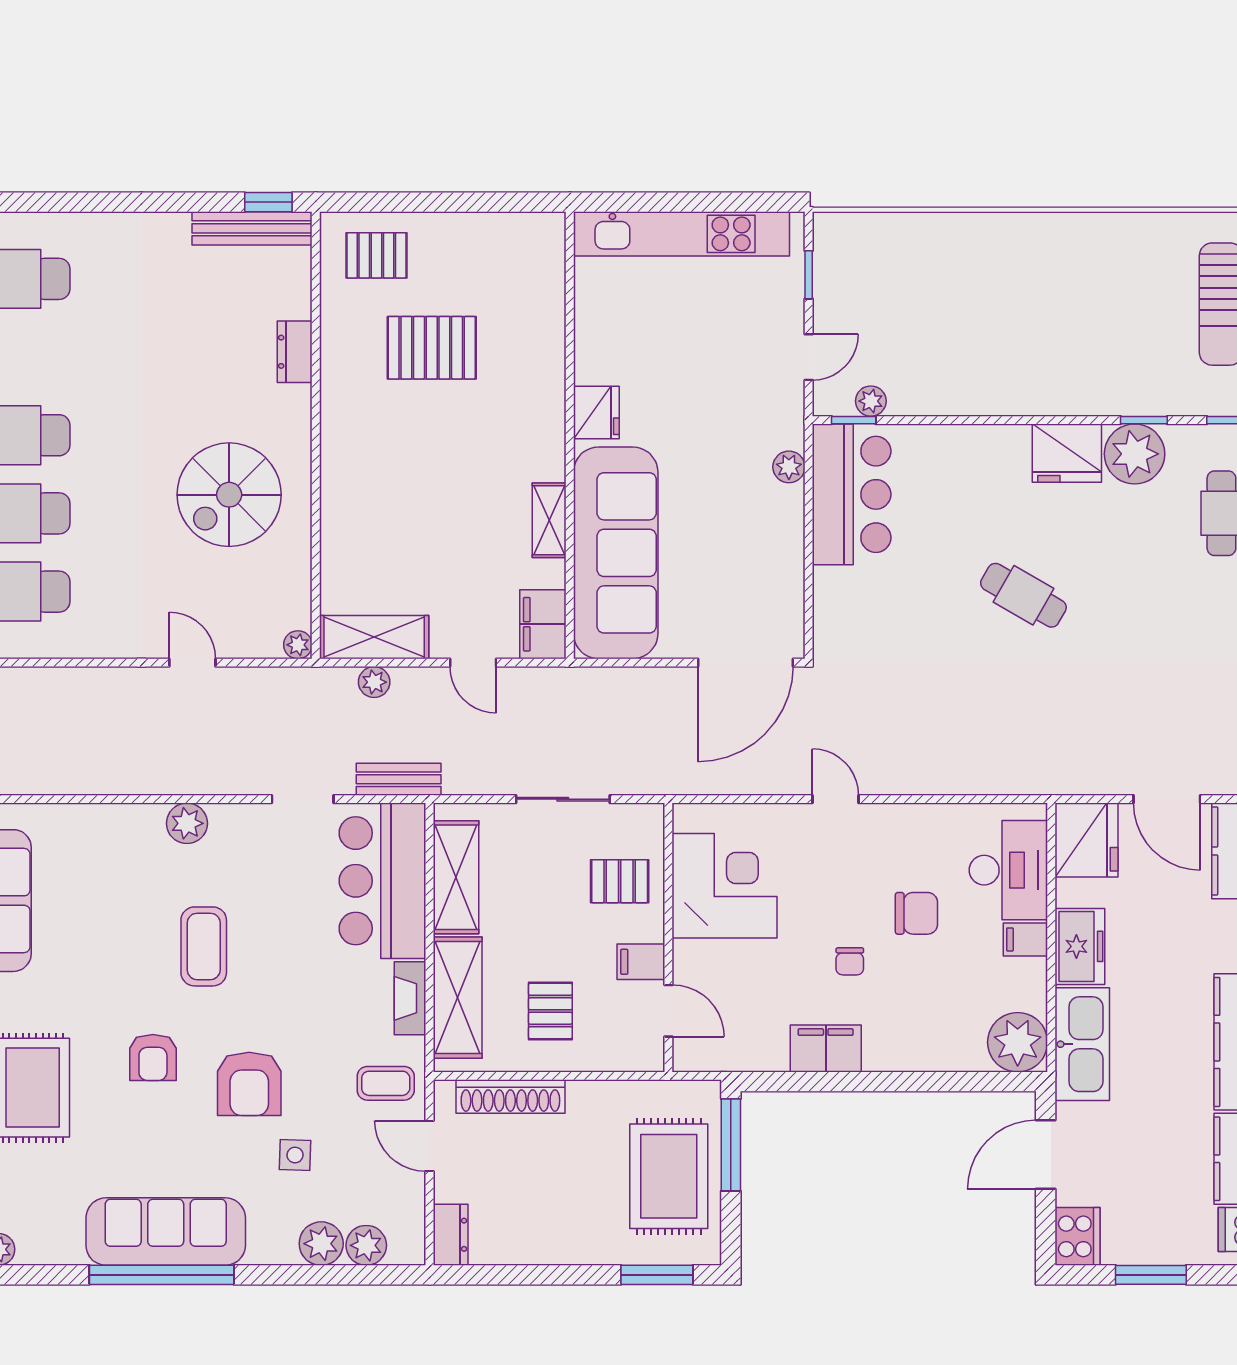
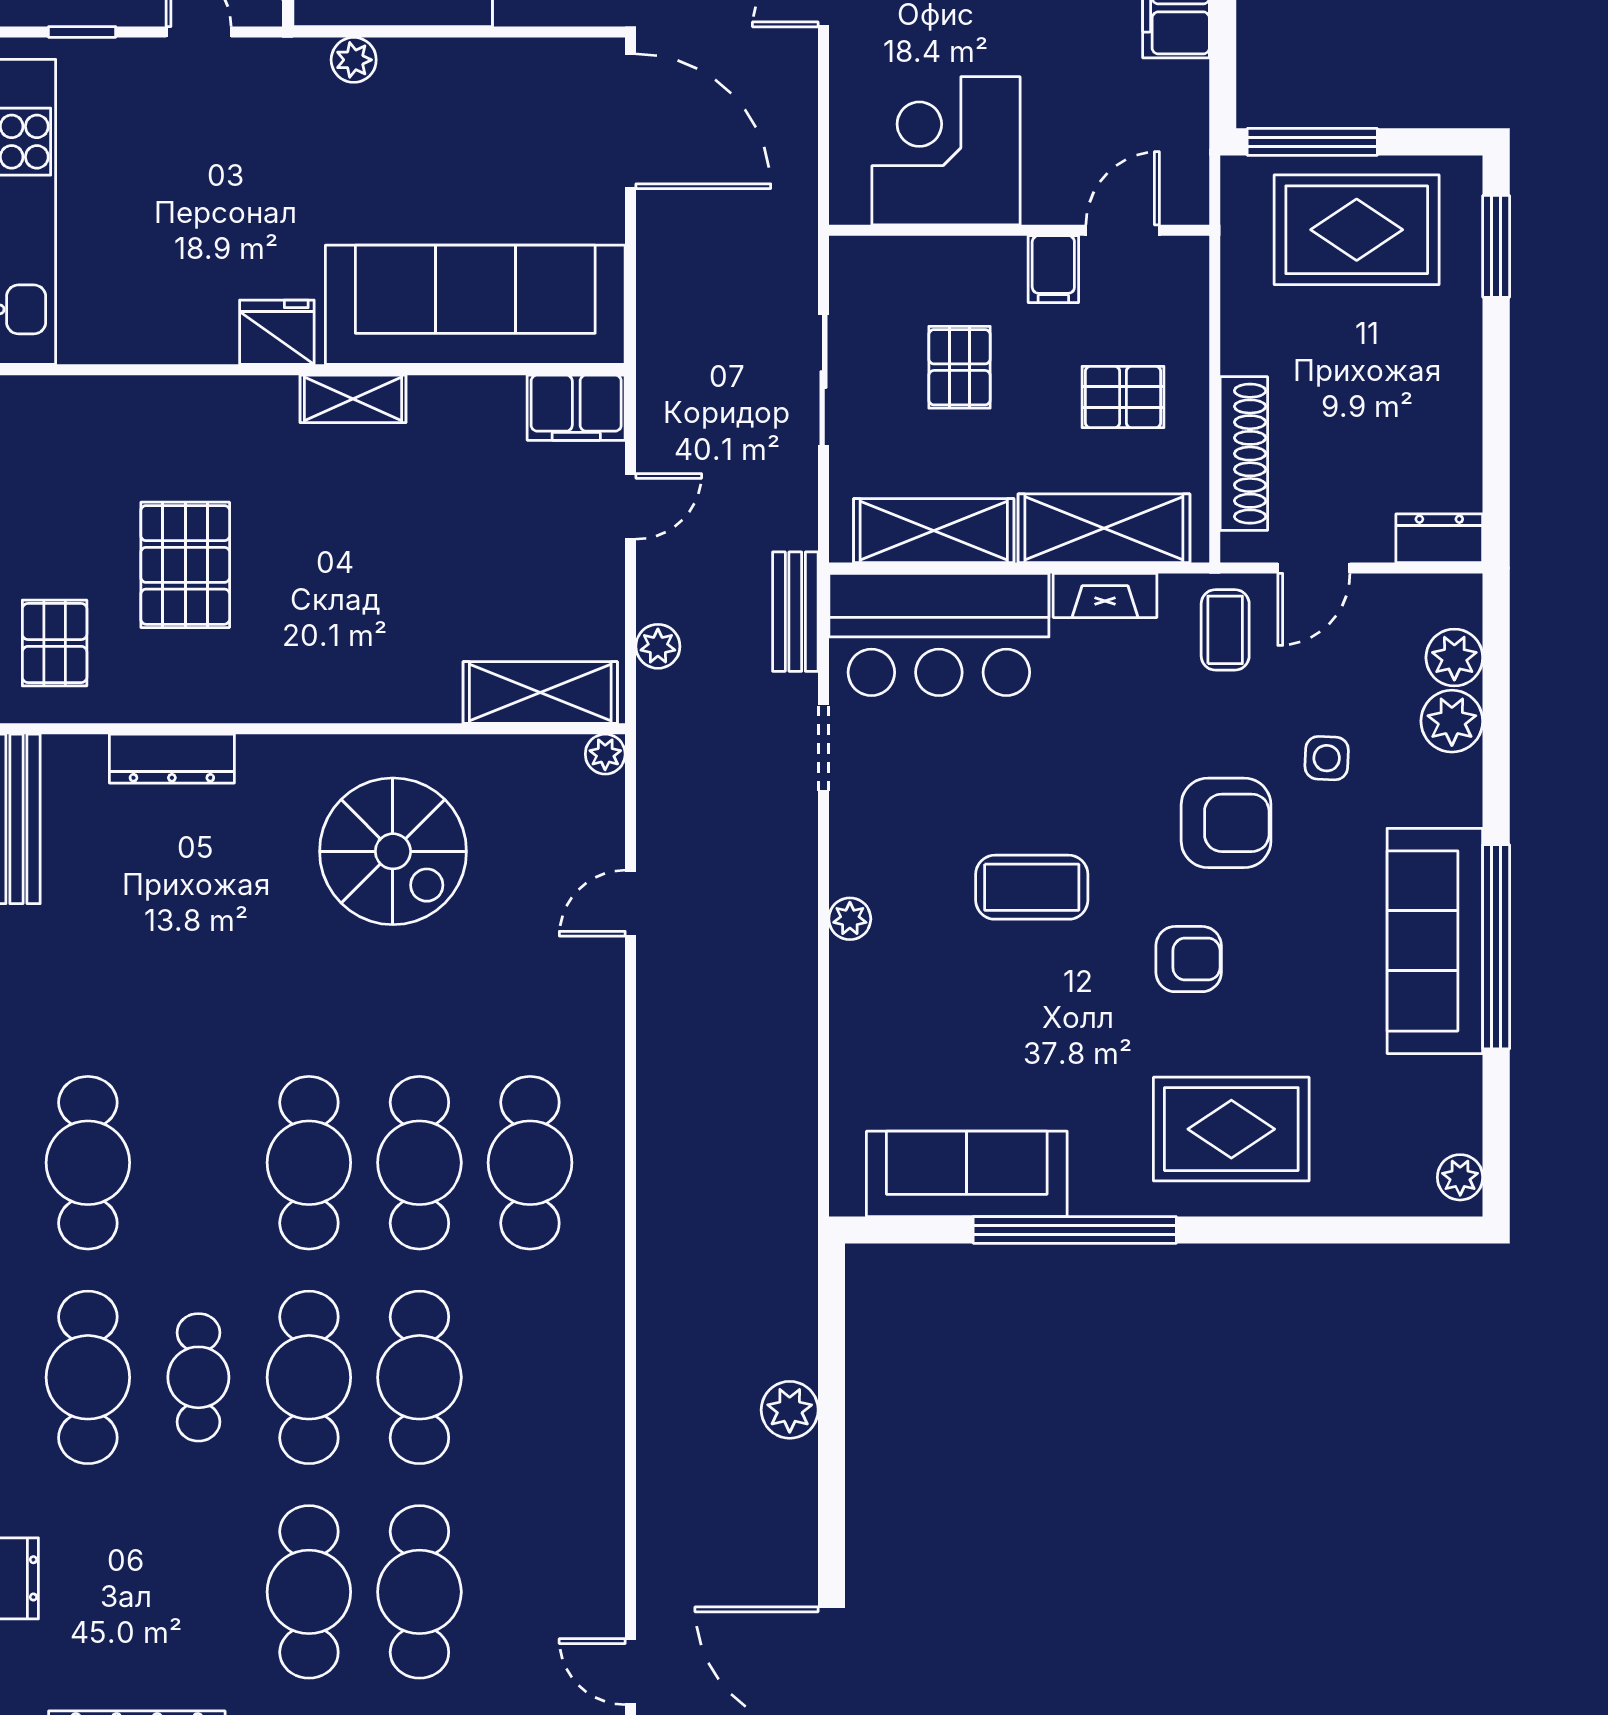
dresser: (295, 352) -> (172, 759), width x1.44
shelving: (549, 520) -> (353, 399), moved
shelving: (374, 637) -> (540, 693), moved, turned 90
plant: (187, 823) -> (850, 919), width x0.73, depth x0.73
pallet: (620, 881) -> (959, 367), moved

